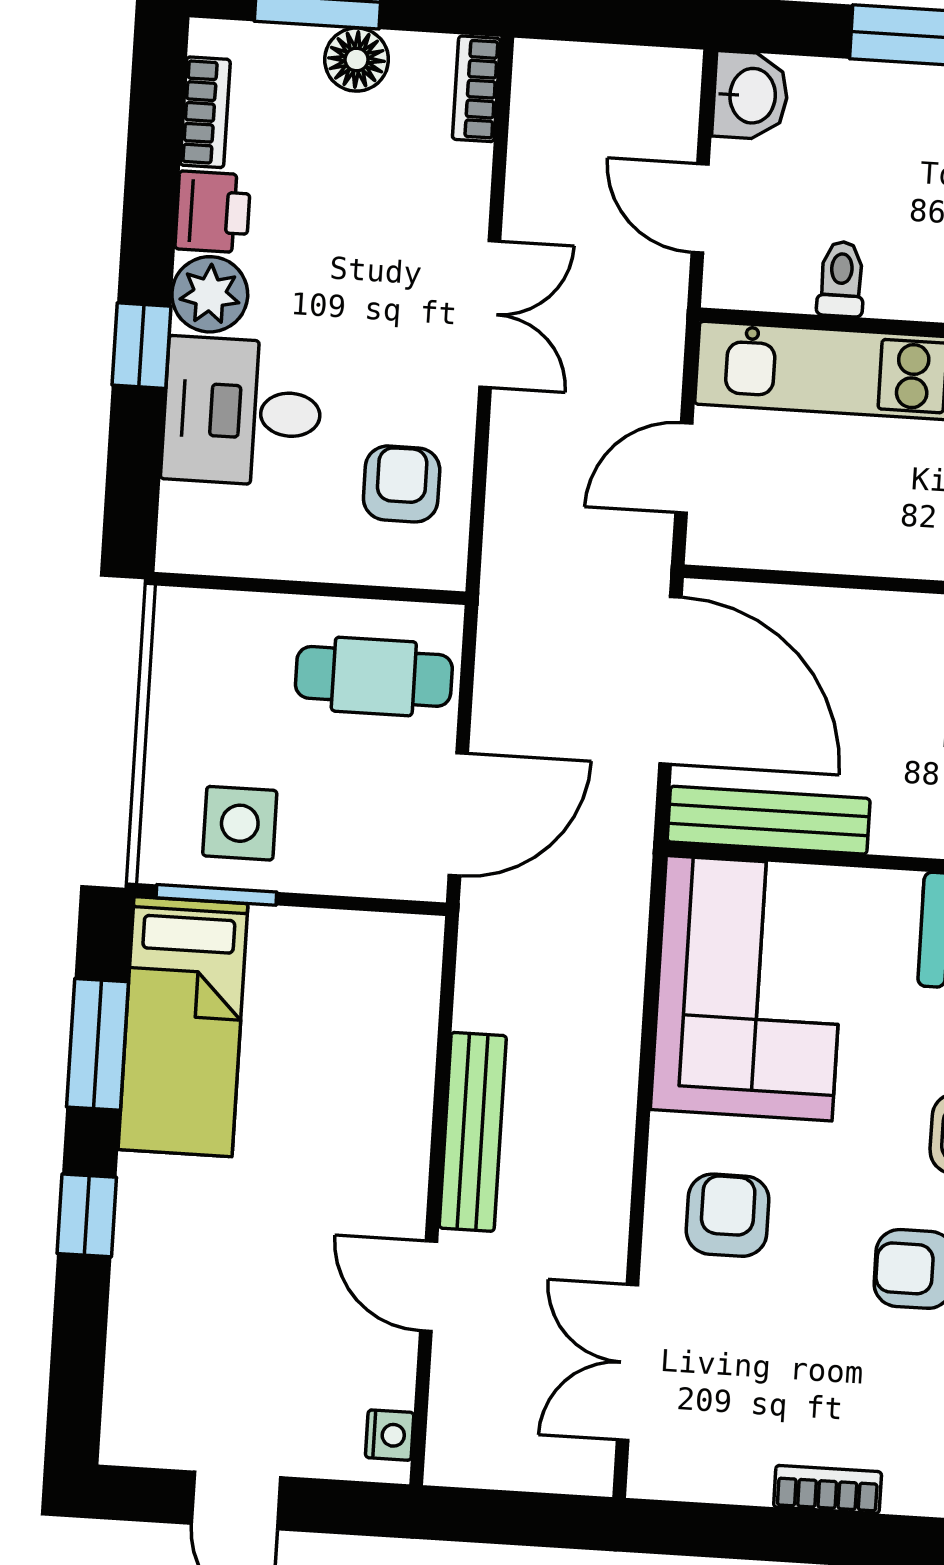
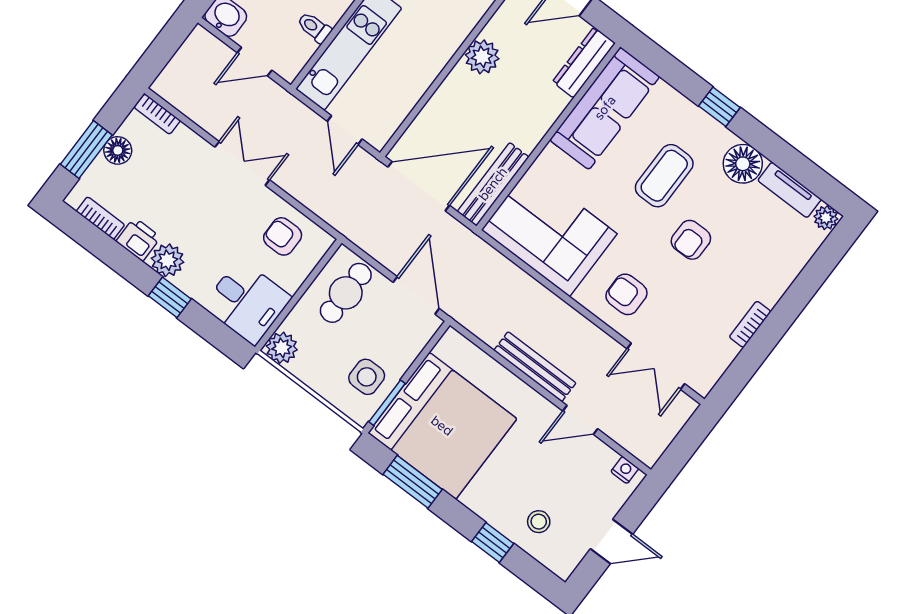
desk: (242, 412) -> (247, 302), moved, turned -90
plant: (187, 624) -> (282, 348), added
bed: (183, 1027) -> (442, 426), width x2.04
window: (87, 1215) -> (493, 542), moved
stool: (182, 1336) -> (539, 522), added

